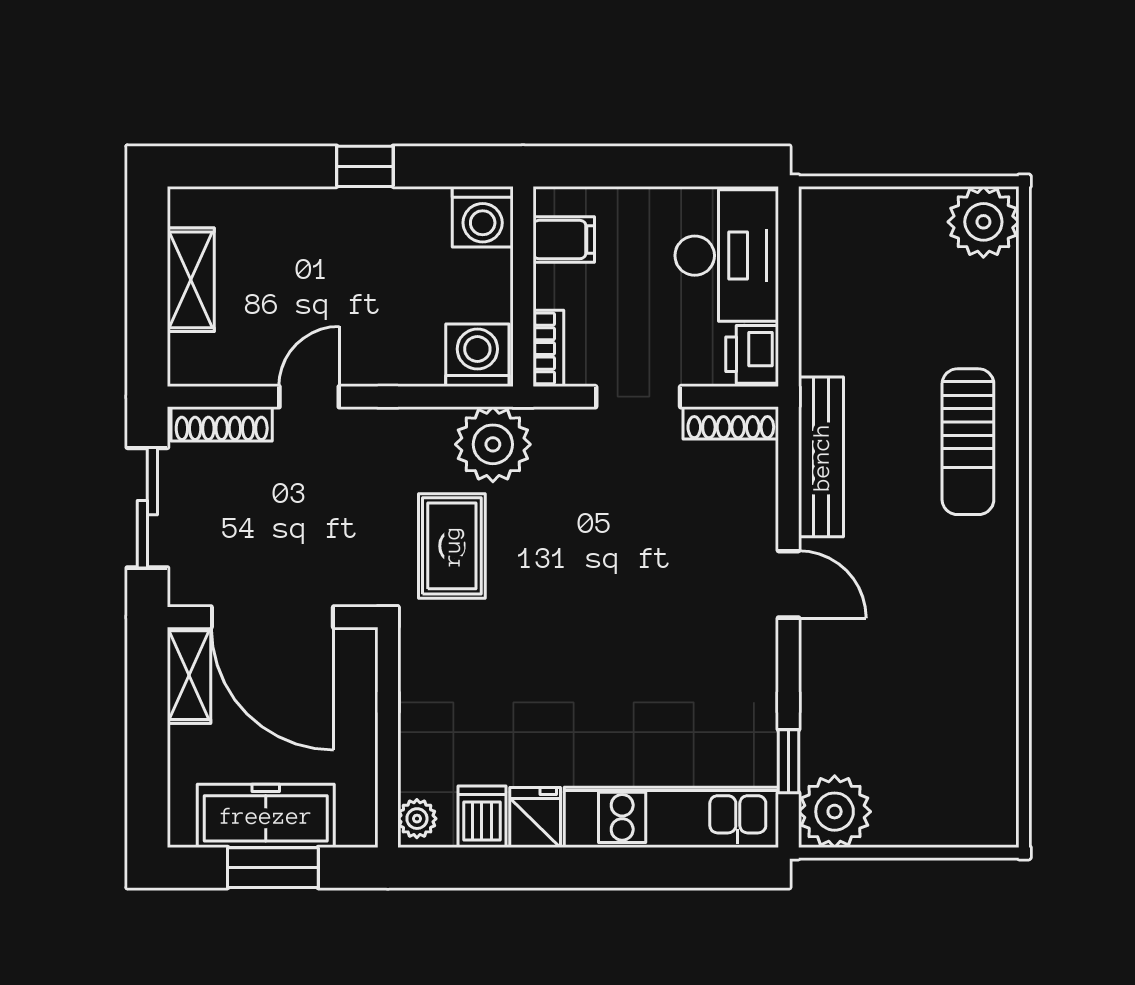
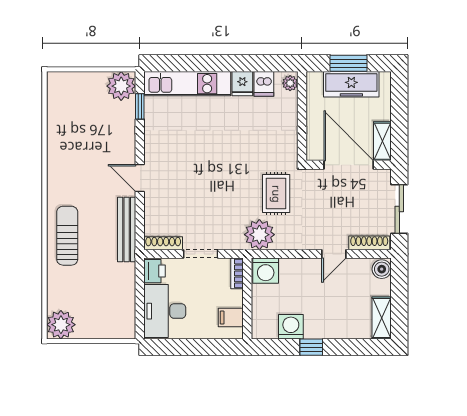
washing machine: (483, 217) -> (291, 327), moved
shelving: (191, 280) -> (382, 318), moved
boiler: (191, 359) -> (382, 269), added

